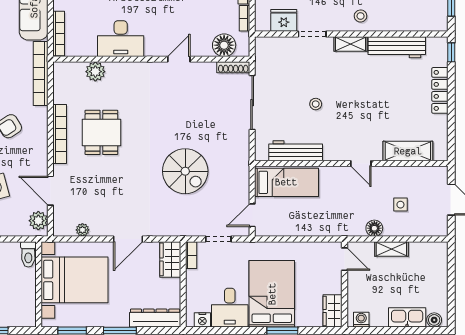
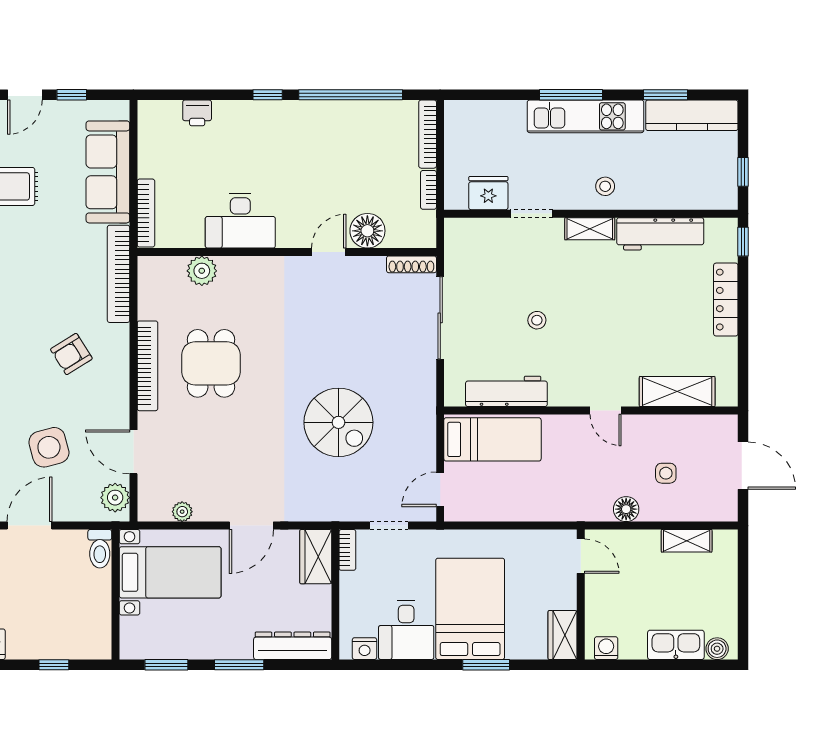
floor lamp: (224, 45) -> (367, 231), moved
shelving: (391, 249) -> (687, 541), moved
bed with nightstands: (75, 280) -> (170, 572), width x0.73

